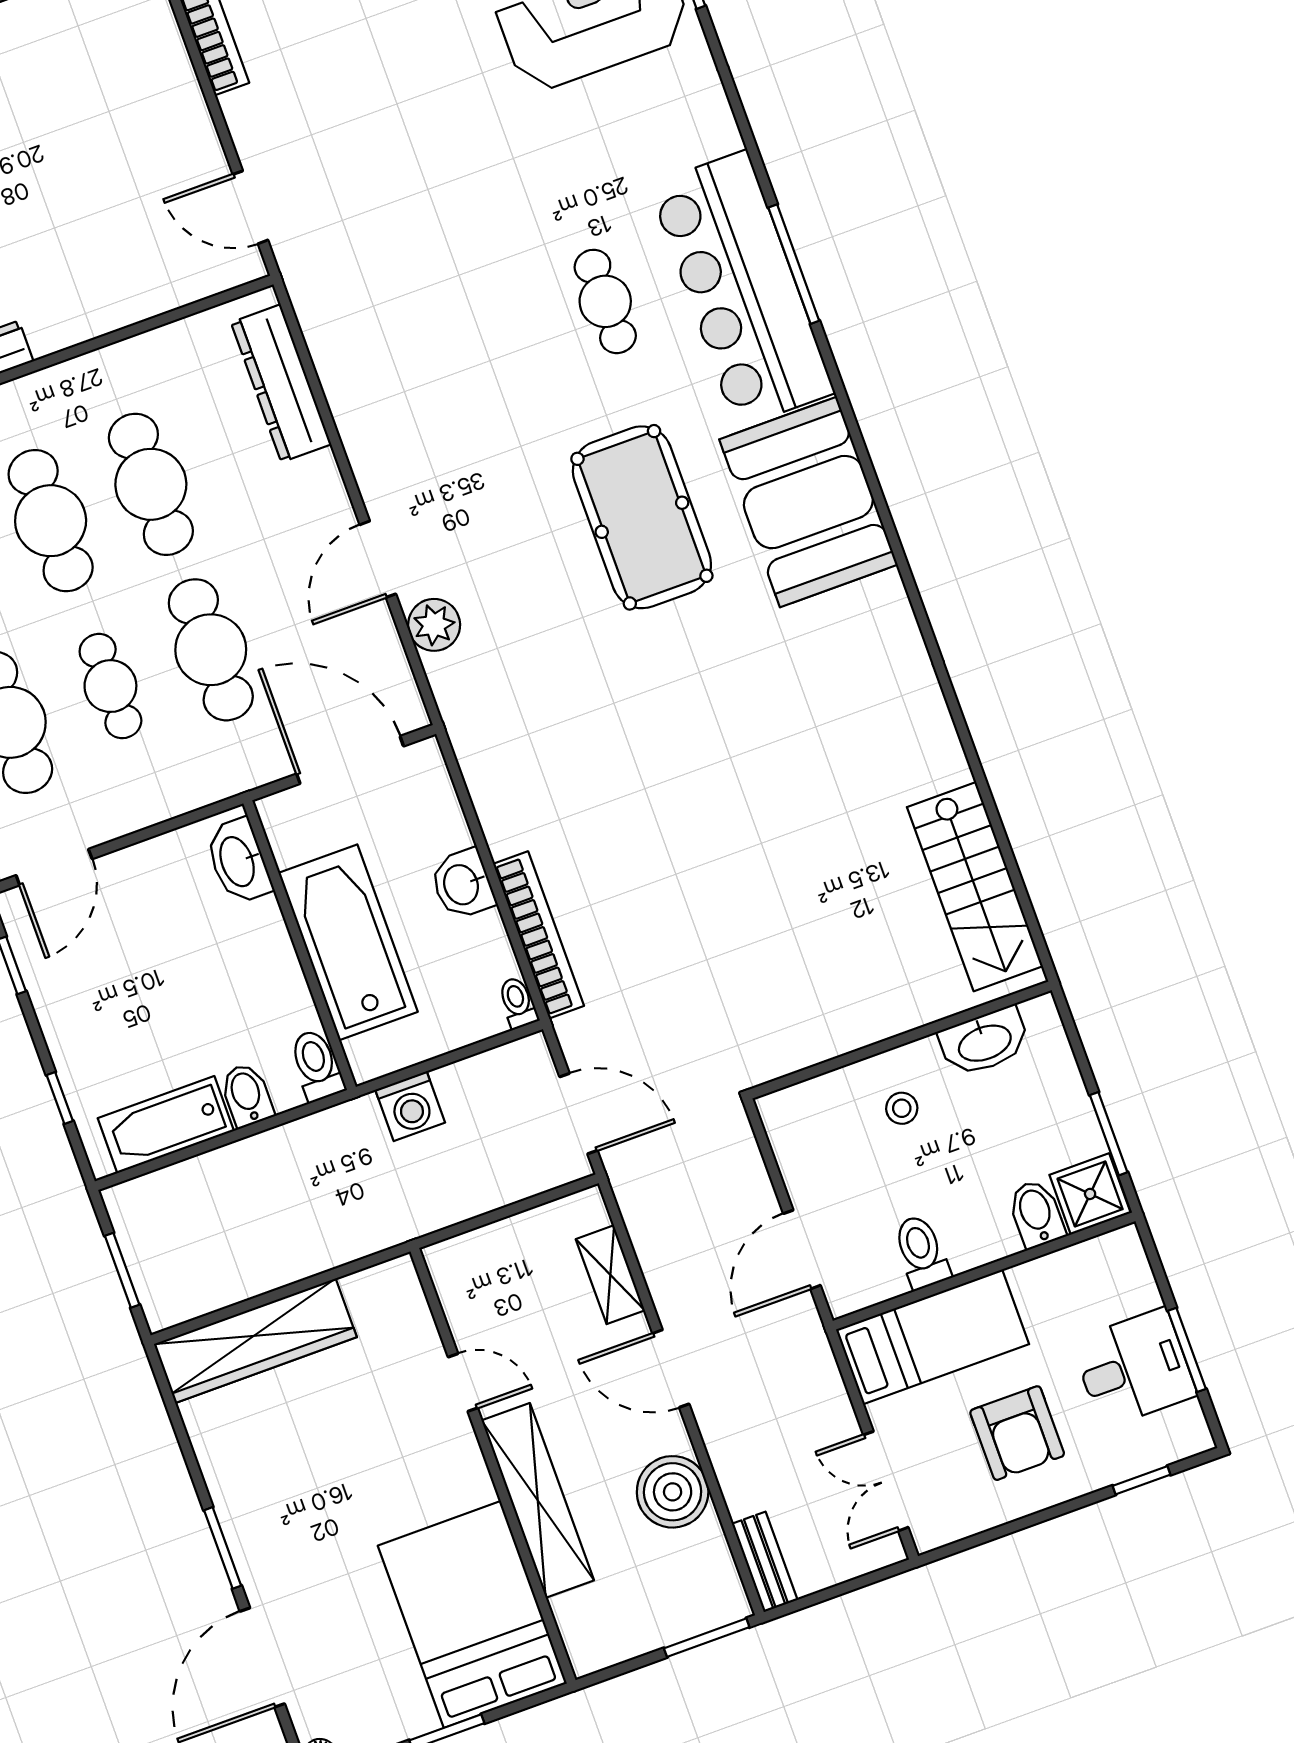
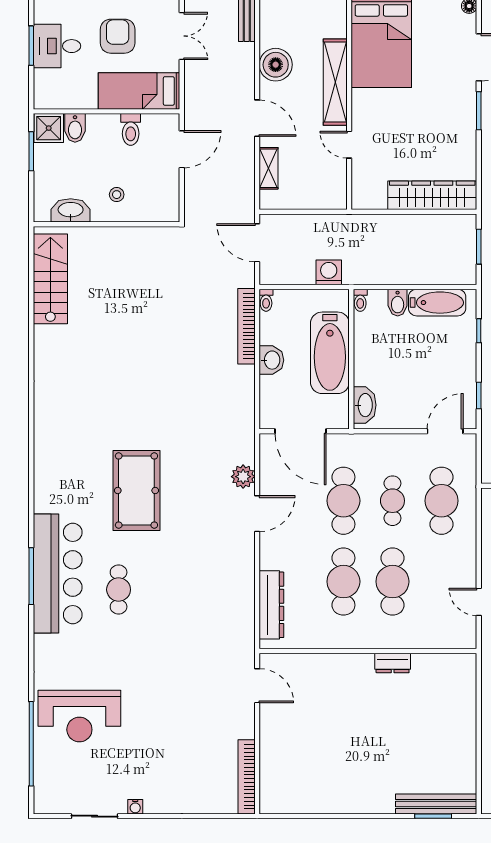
booth: (808, 502) -> (62, 471), removed
toilet: (317, 1065) -> (360, 300), width x0.73, depth x0.72

